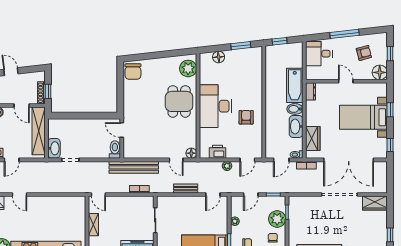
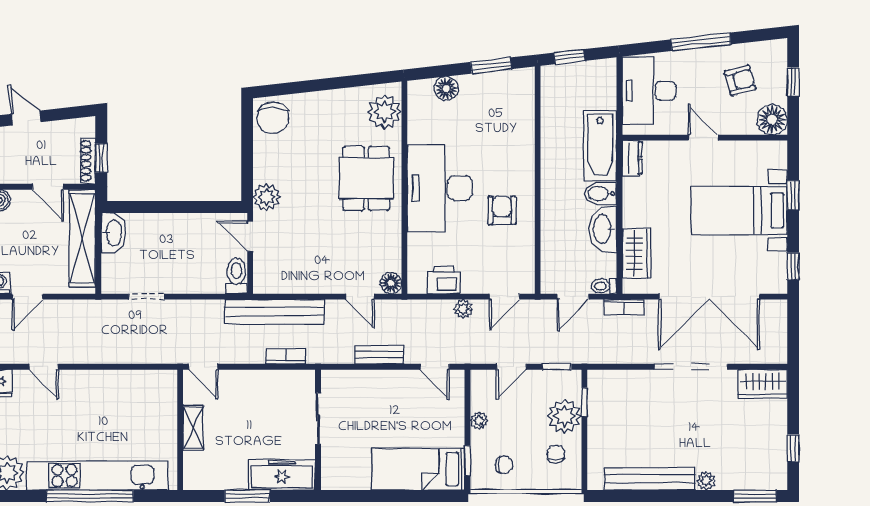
desk: (319, 54) -> (649, 91), width x1.37
plant: (130, 111) -> (267, 197), added
washbasin: (54, 148) -> (113, 233), moved
door: (213, 195) -> (435, 367), hinge flipped

